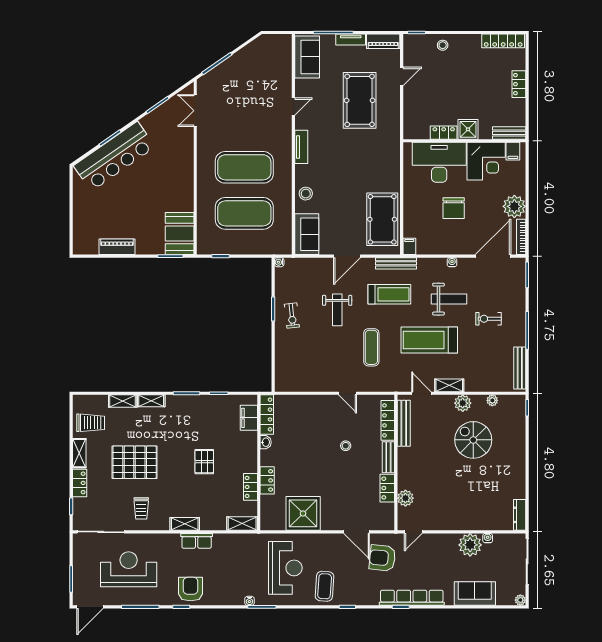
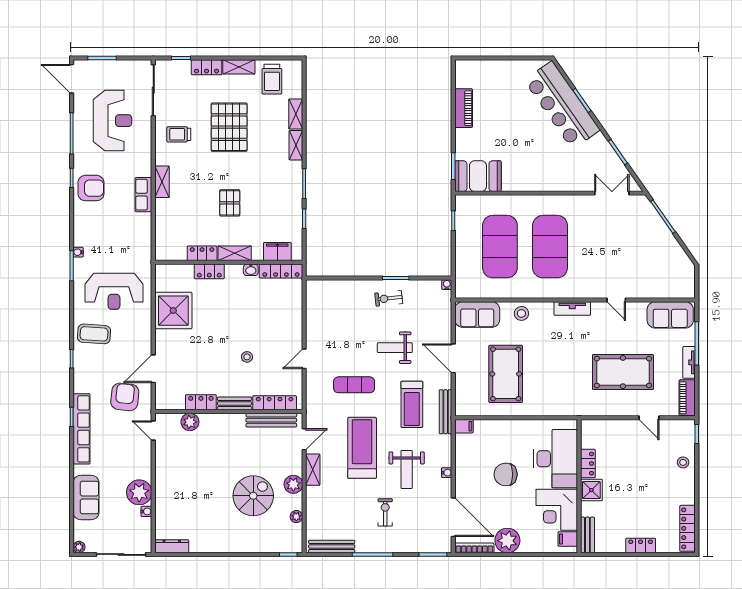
pool table: (382, 219) -> (506, 374), moved, turned 90
pallet: (204, 462) -> (230, 203), turned 90
shelving: (242, 524) -> (235, 253), moved, turned 90

